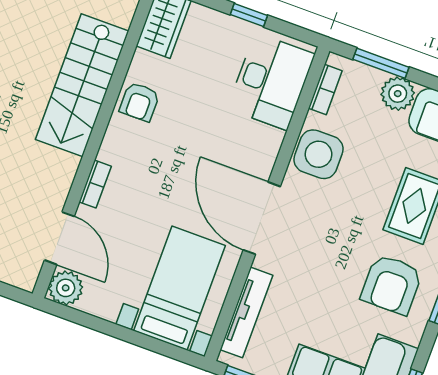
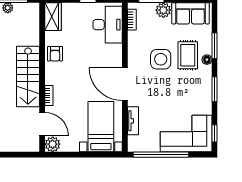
stairs: (82, 85) -> (28, 77), moved
side table: (318, 154) -> (161, 59), moved
armchair: (392, 285) -> (190, 92), removed
tv unit: (246, 312) -> (133, 121), width x0.71

